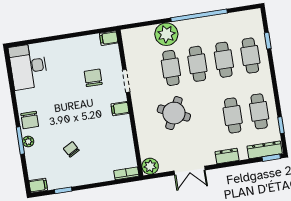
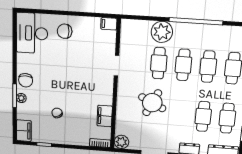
chair: (93, 78) -> (65, 31), moved, turned -90
filing cabinet: (120, 109) -> (105, 116), moved, width x2.00
filing cabinet: (38, 186) -> (24, 131), width x2.00

